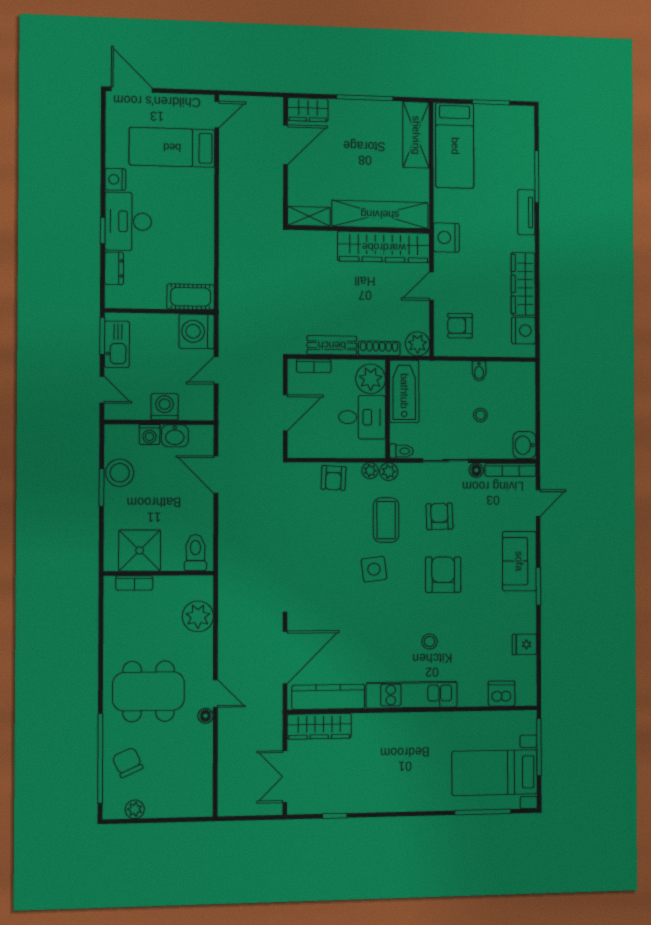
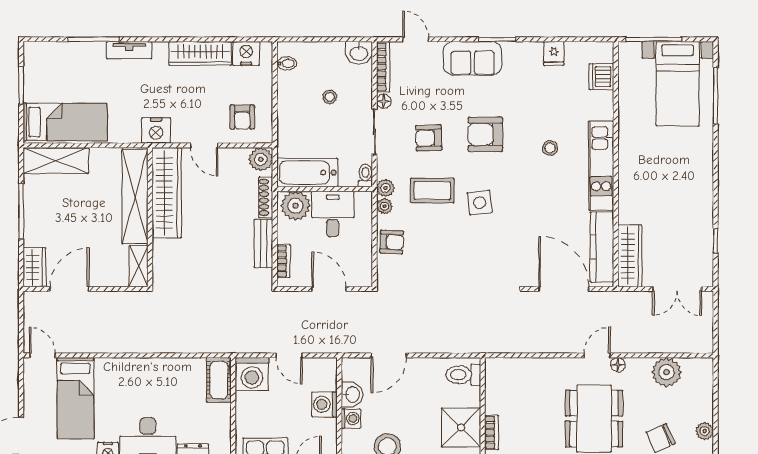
door: (285, 145) -> (70, 289), hinge flipped
bidet: (479, 371) -> (287, 63), moved
plant: (198, 616) -> (667, 372), moved

